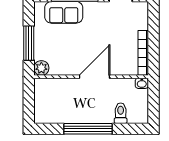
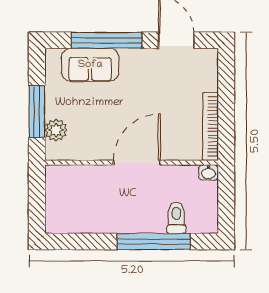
plant: (41, 68) -> (56, 130), moved
window: (88, 129) -> (154, 241), moved

